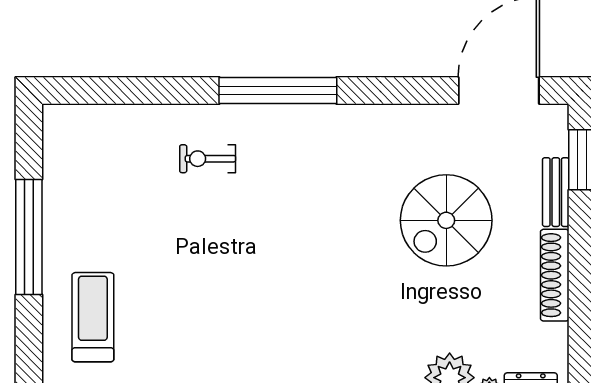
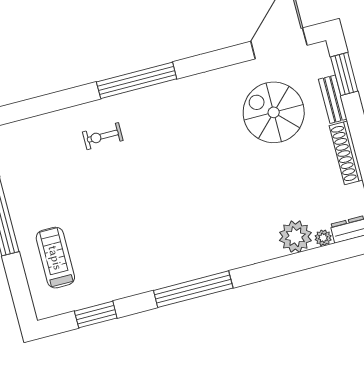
spiral stairs: (446, 220) -> (274, 112), moved, turned 90

